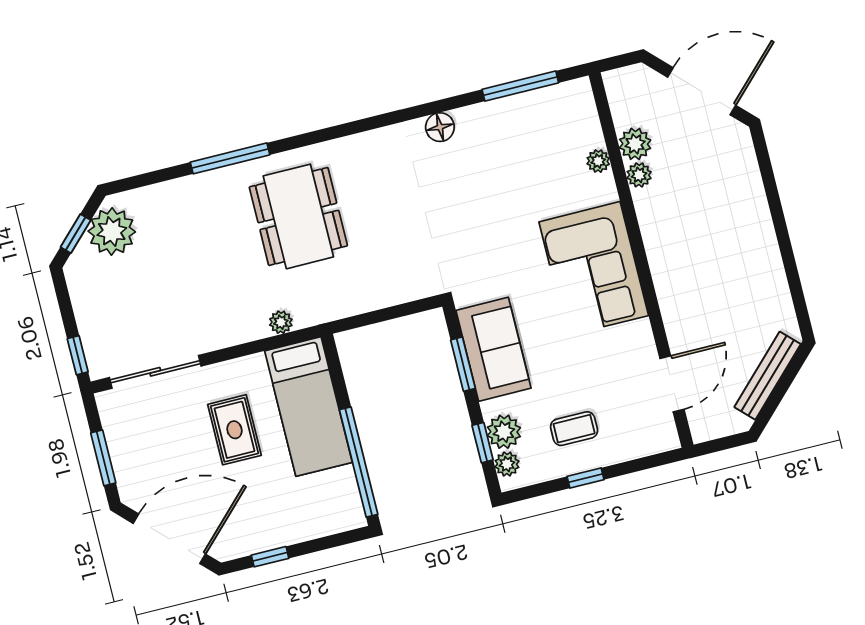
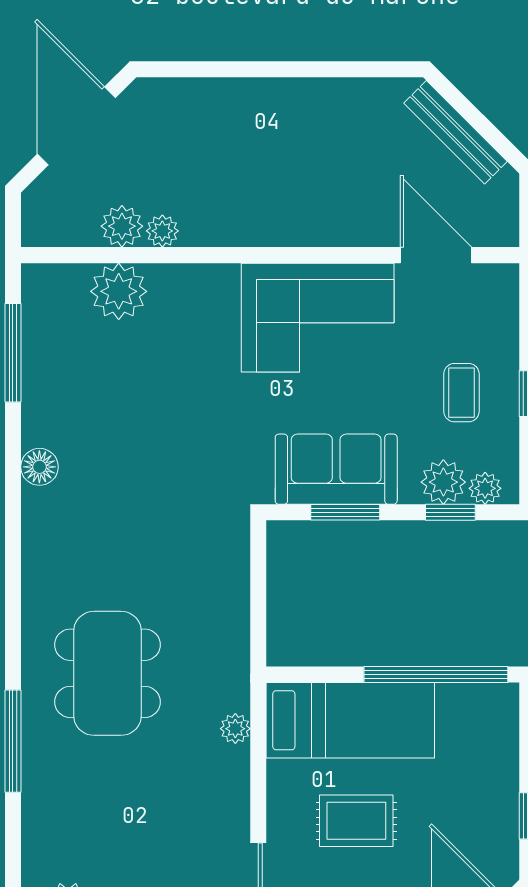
plant: (598, 161) -> (119, 291), width x1.88, depth x1.88
dining table: (298, 216) -> (108, 673), turned 90
corner sofa: (594, 269) -> (318, 318), moved

